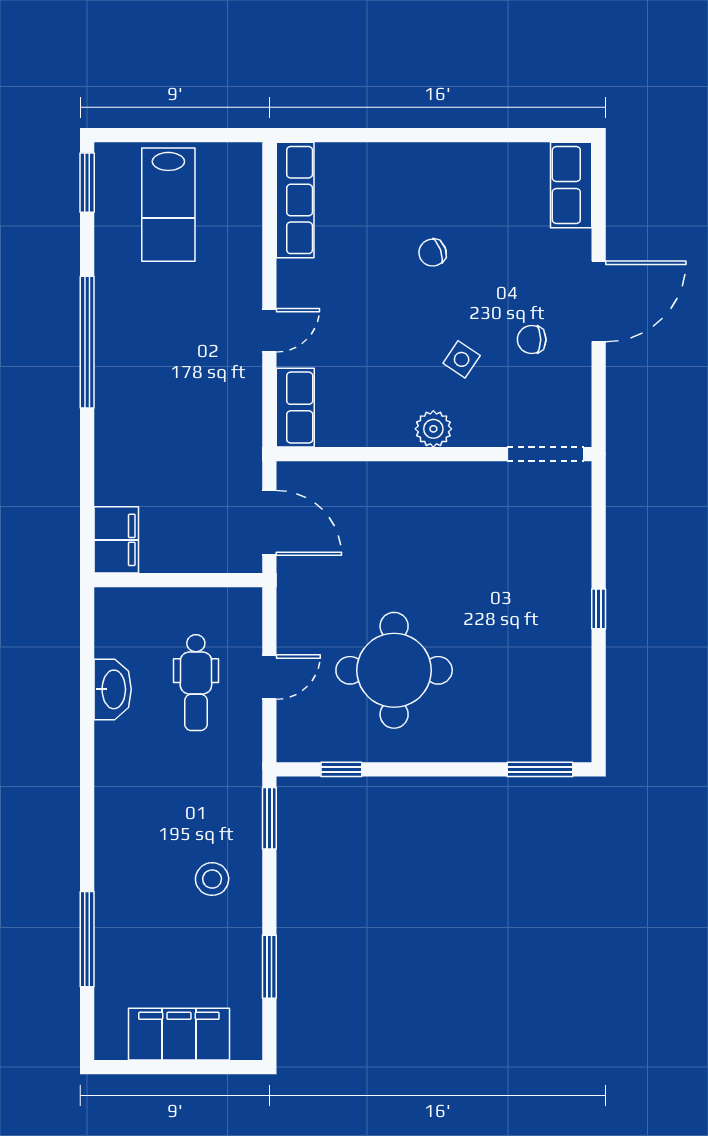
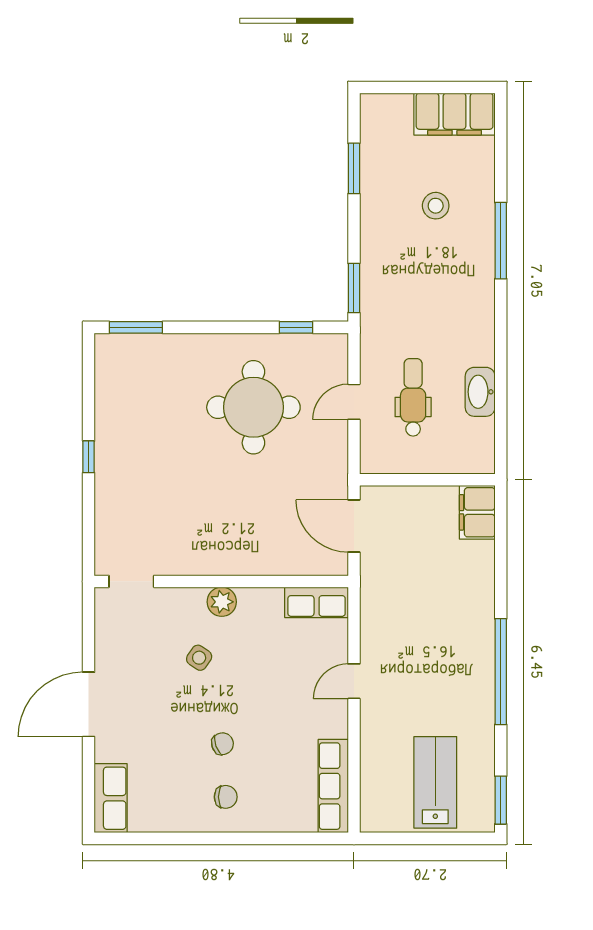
chair: (532, 340) -> (226, 797), moved
row of seats: (295, 408) -> (317, 602), moved, turned -90
doorway: (546, 454) -> (131, 581), width x0.73
stool: (212, 879) -> (436, 206), moved
window: (87, 939) -> (501, 241), moved
filing cabinet: (179, 1034) -> (455, 114), moved

